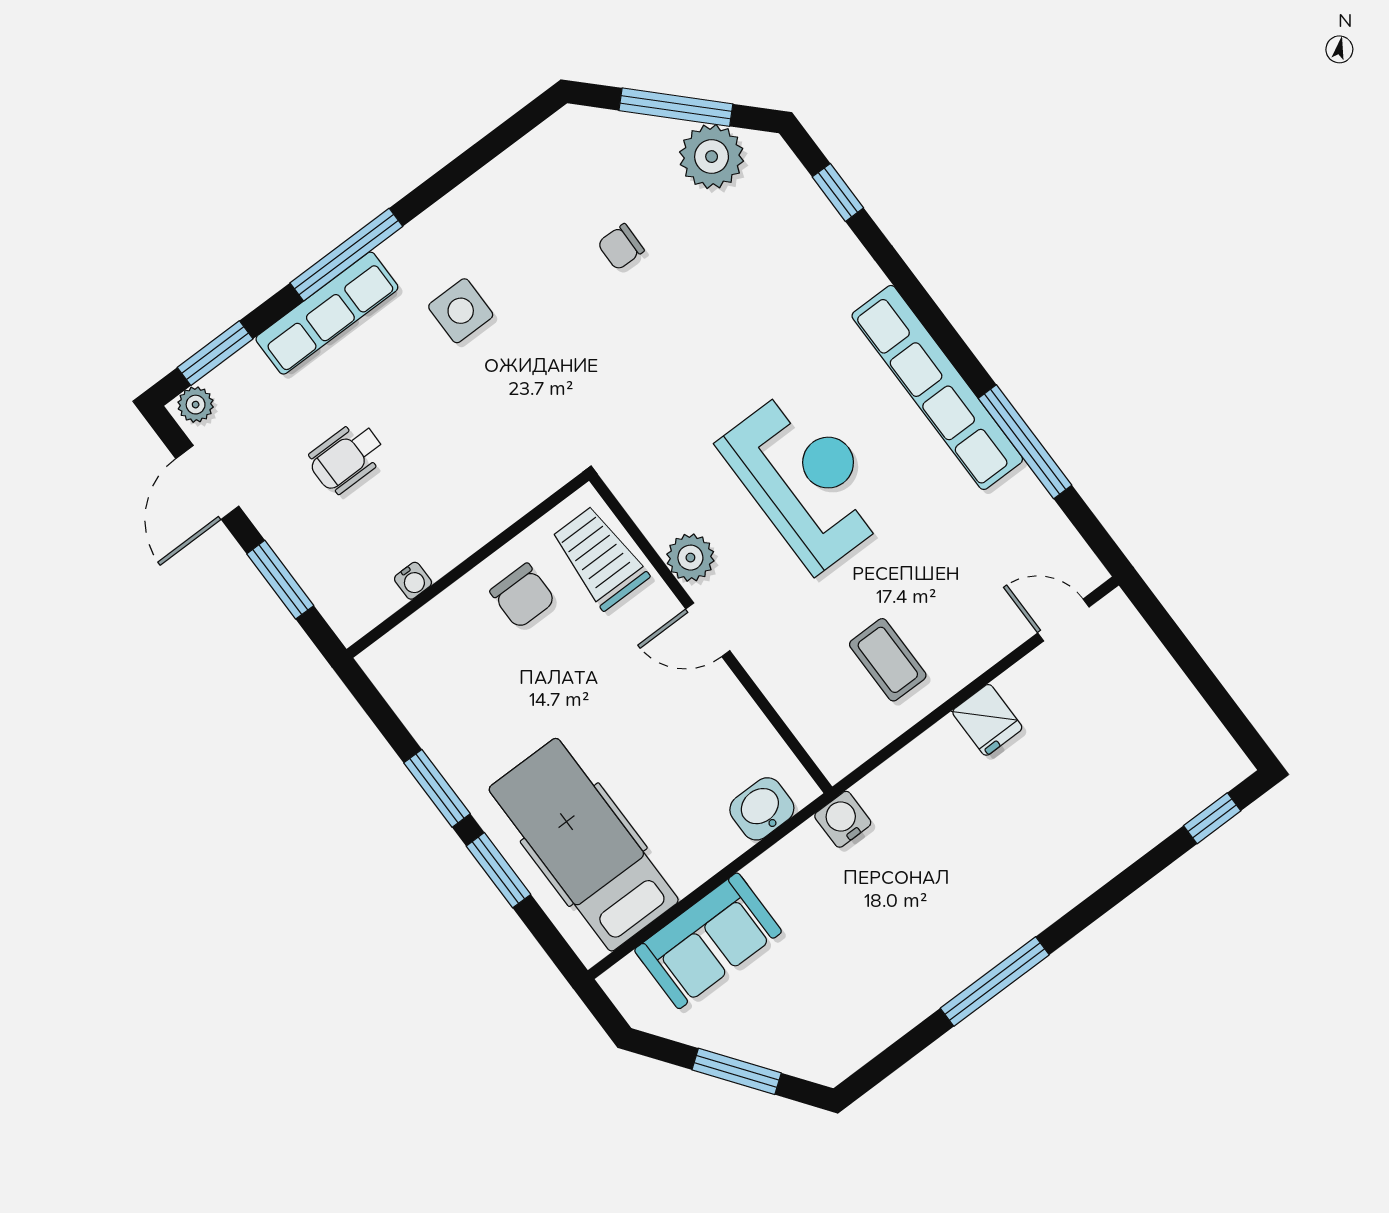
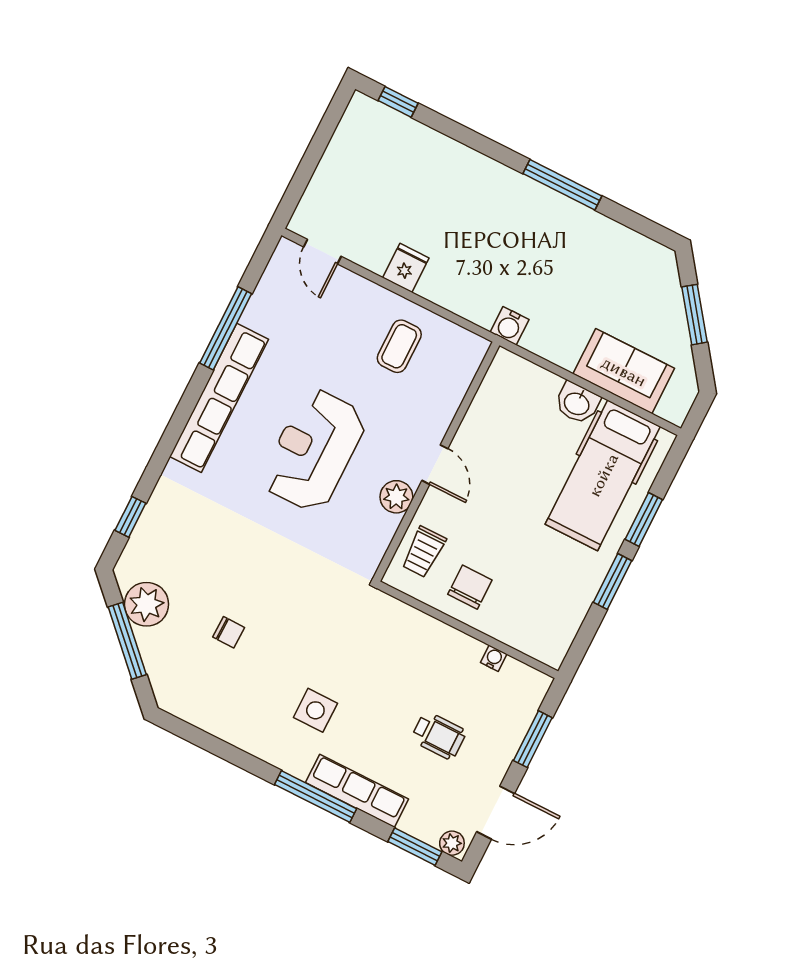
trolley: (600, 558) -> (424, 552), width x0.73, depth x0.72
washbasin: (762, 809) -> (577, 403), moved

